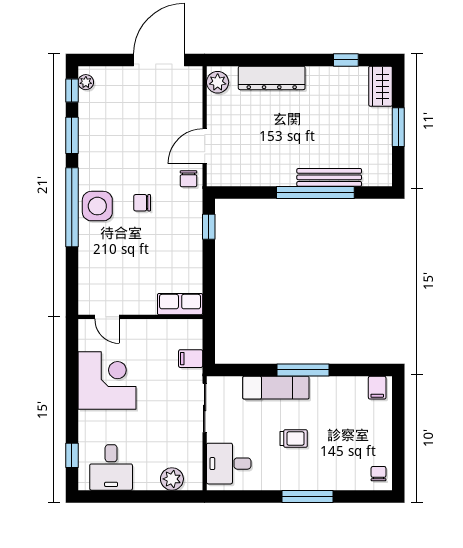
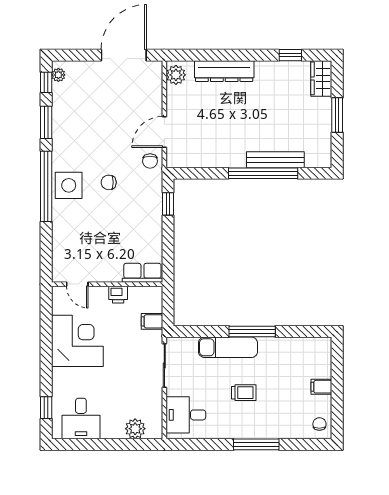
printer: (153, 329) -> (118, 295), added
filing cabinet: (377, 388) -> (321, 387), moved, turned 90

